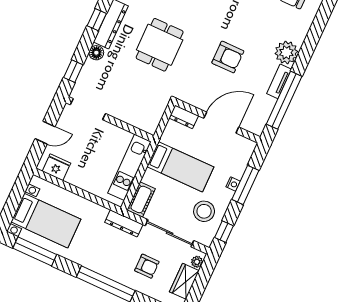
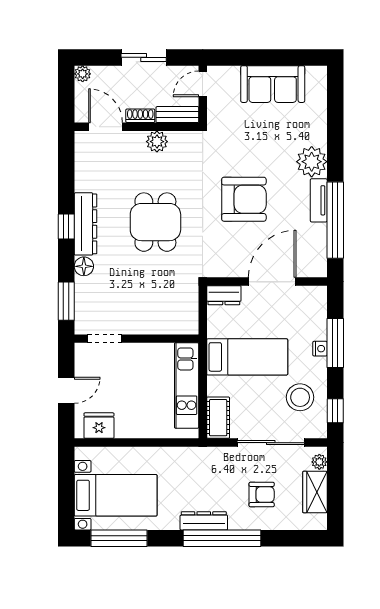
armchair: (228, 57) -> (244, 199), width x1.36, depth x1.36
window: (73, 71) -> (66, 301), width x1.50
doorway: (88, 109) -> (105, 339), width x0.73
dresser: (124, 223) -> (204, 521), moved, turned 180

